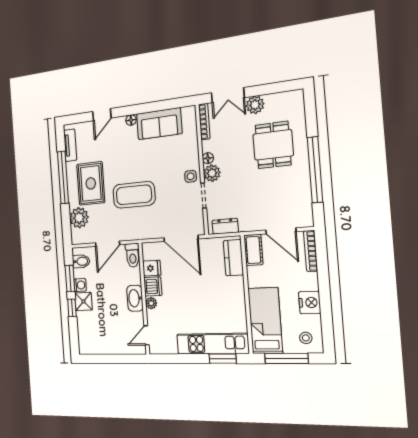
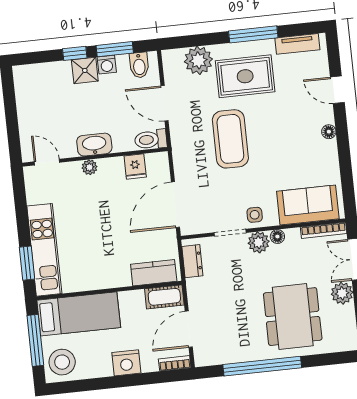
sofa: (159, 124) -> (308, 205), moved, turned 90
dining table: (273, 145) -> (293, 317), width x1.37
window: (63, 177) -> (253, 34), width x0.68
bookcase: (311, 251) -> (175, 363), width x0.64
dishwasher: (153, 286) -> (111, 169), removed
nightstand: (310, 303) -> (126, 363), moved
stool: (306, 338) -> (62, 362), width x1.89, depth x1.89

